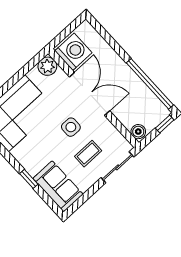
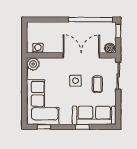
washing machine: (73, 52) -> (38, 48), width x0.53, depth x0.53
double door: (90, 94) -> (81, 55), moved
sofa: (58, 186) -> (94, 115), width x1.36

